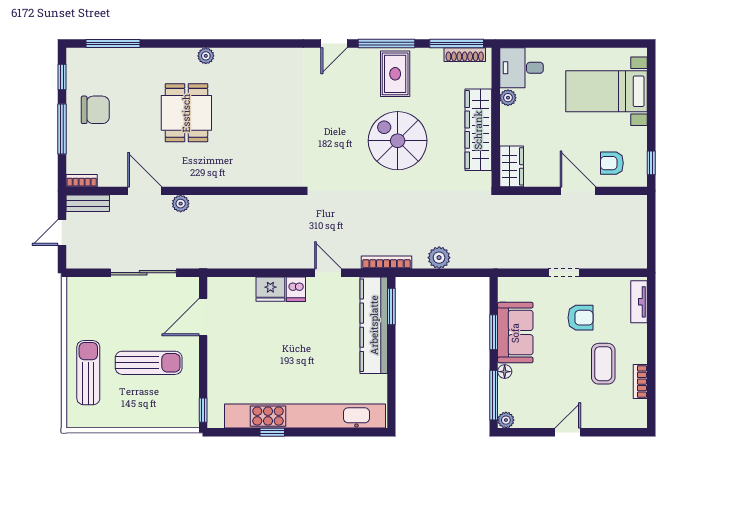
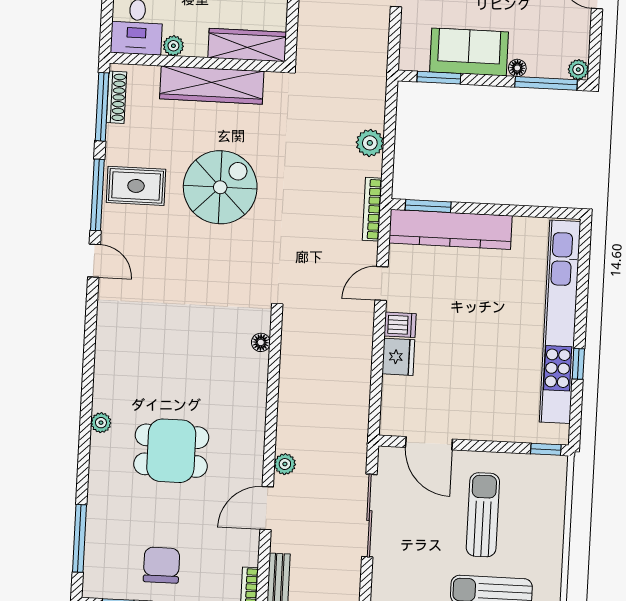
spiral stairs: (398, 141) -> (220, 187), turned 180
wardrobe: (512, 166) -> (247, 45), width x1.50
floor lamp: (276, 179) -> (261, 342), added
window: (494, 332) -> (439, 78), moved

